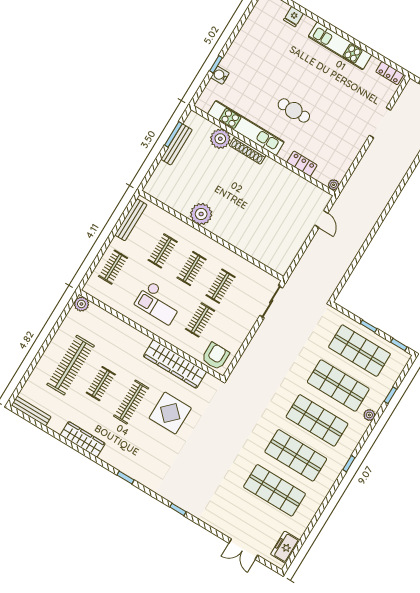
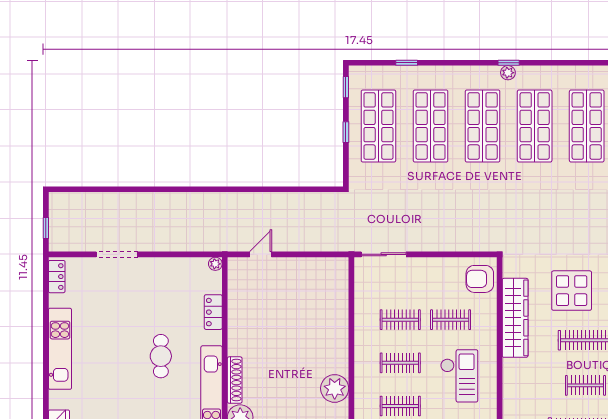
plant: (369, 415) -> (508, 73), moved

